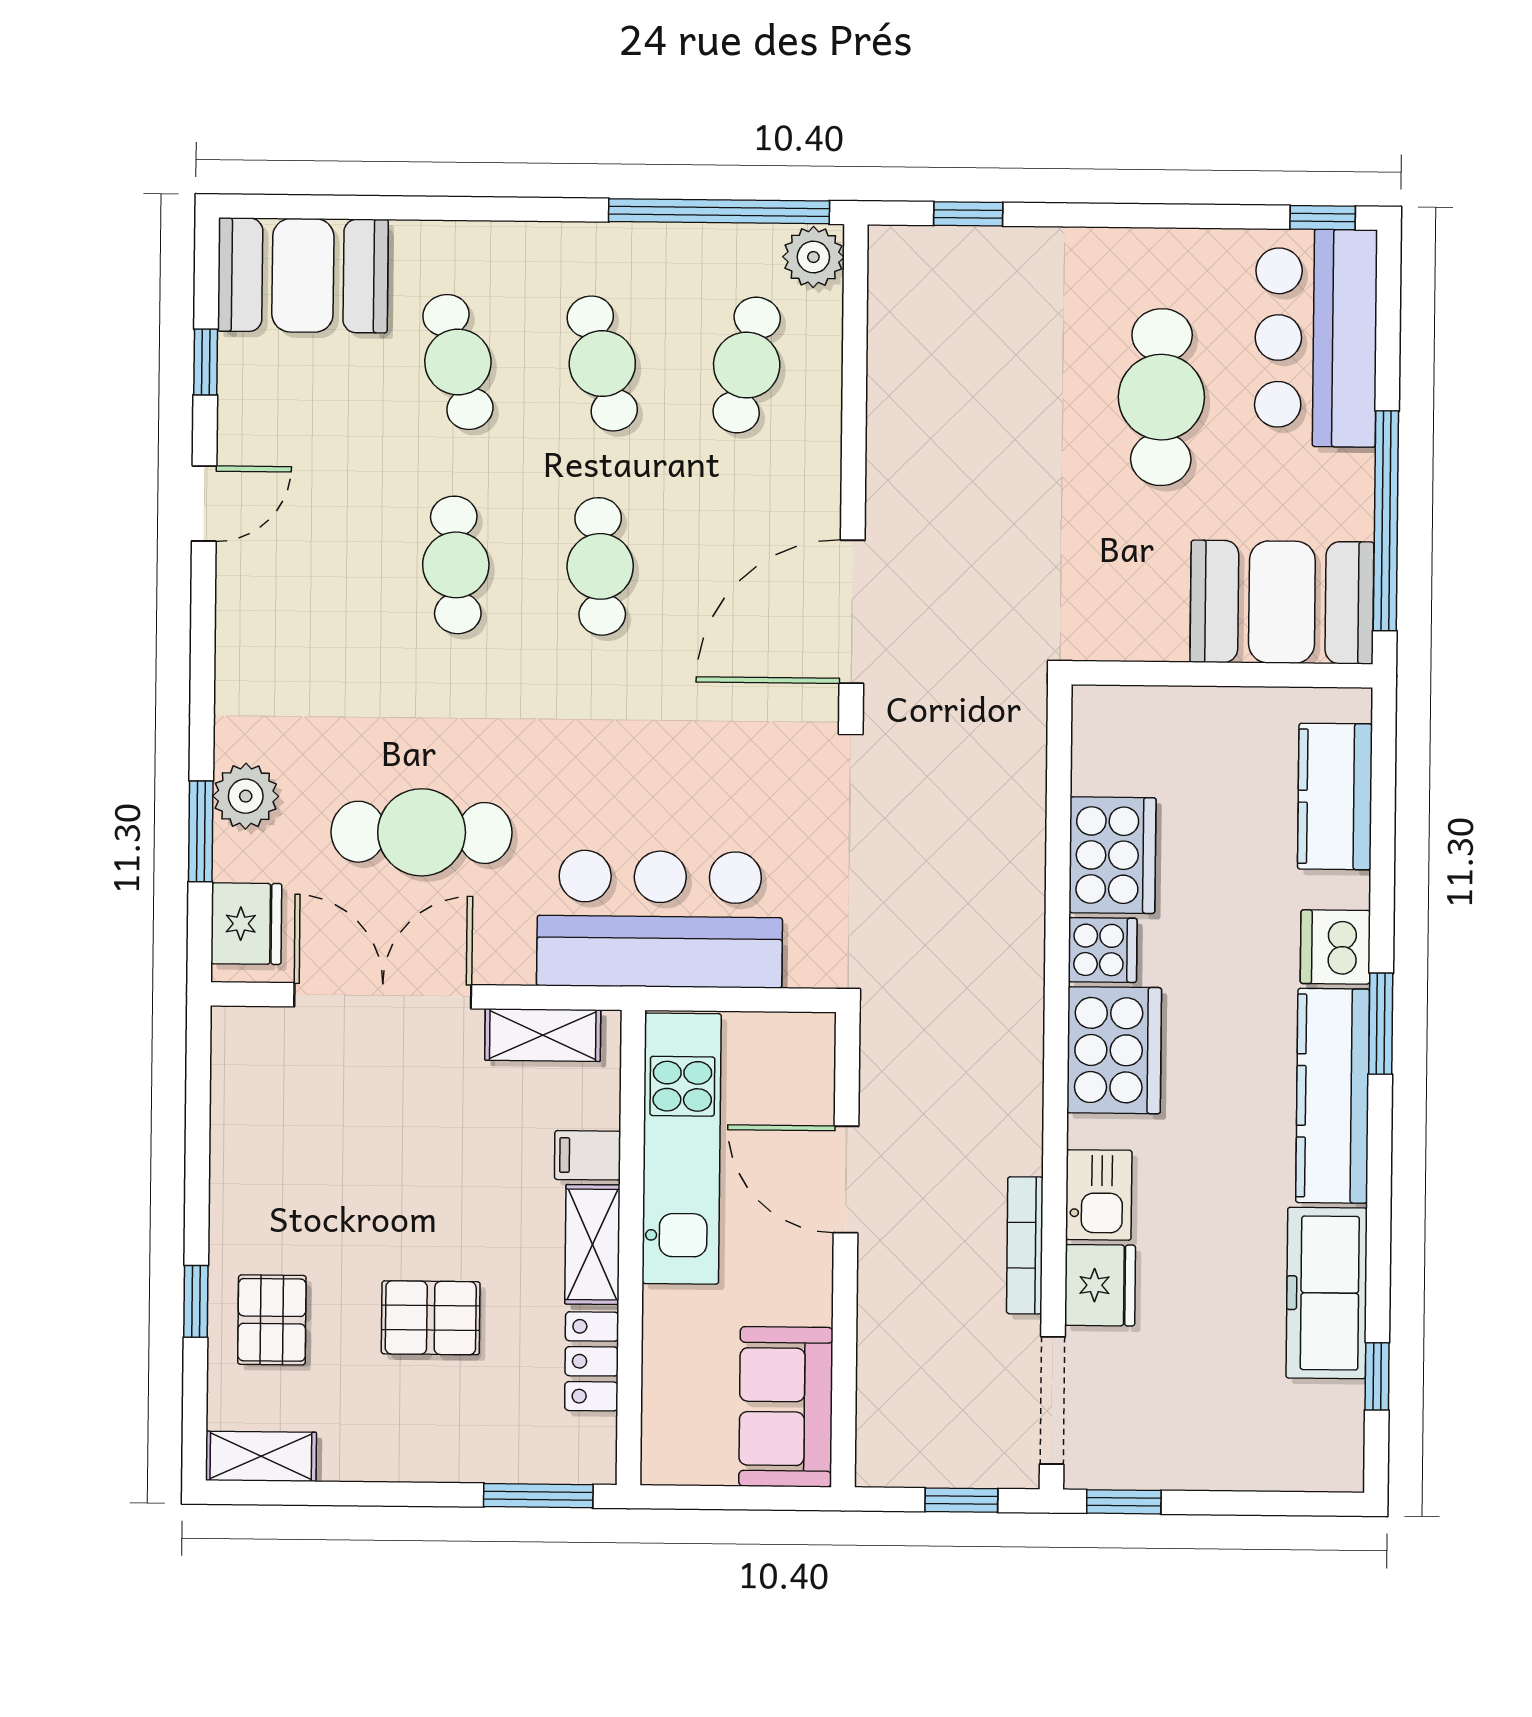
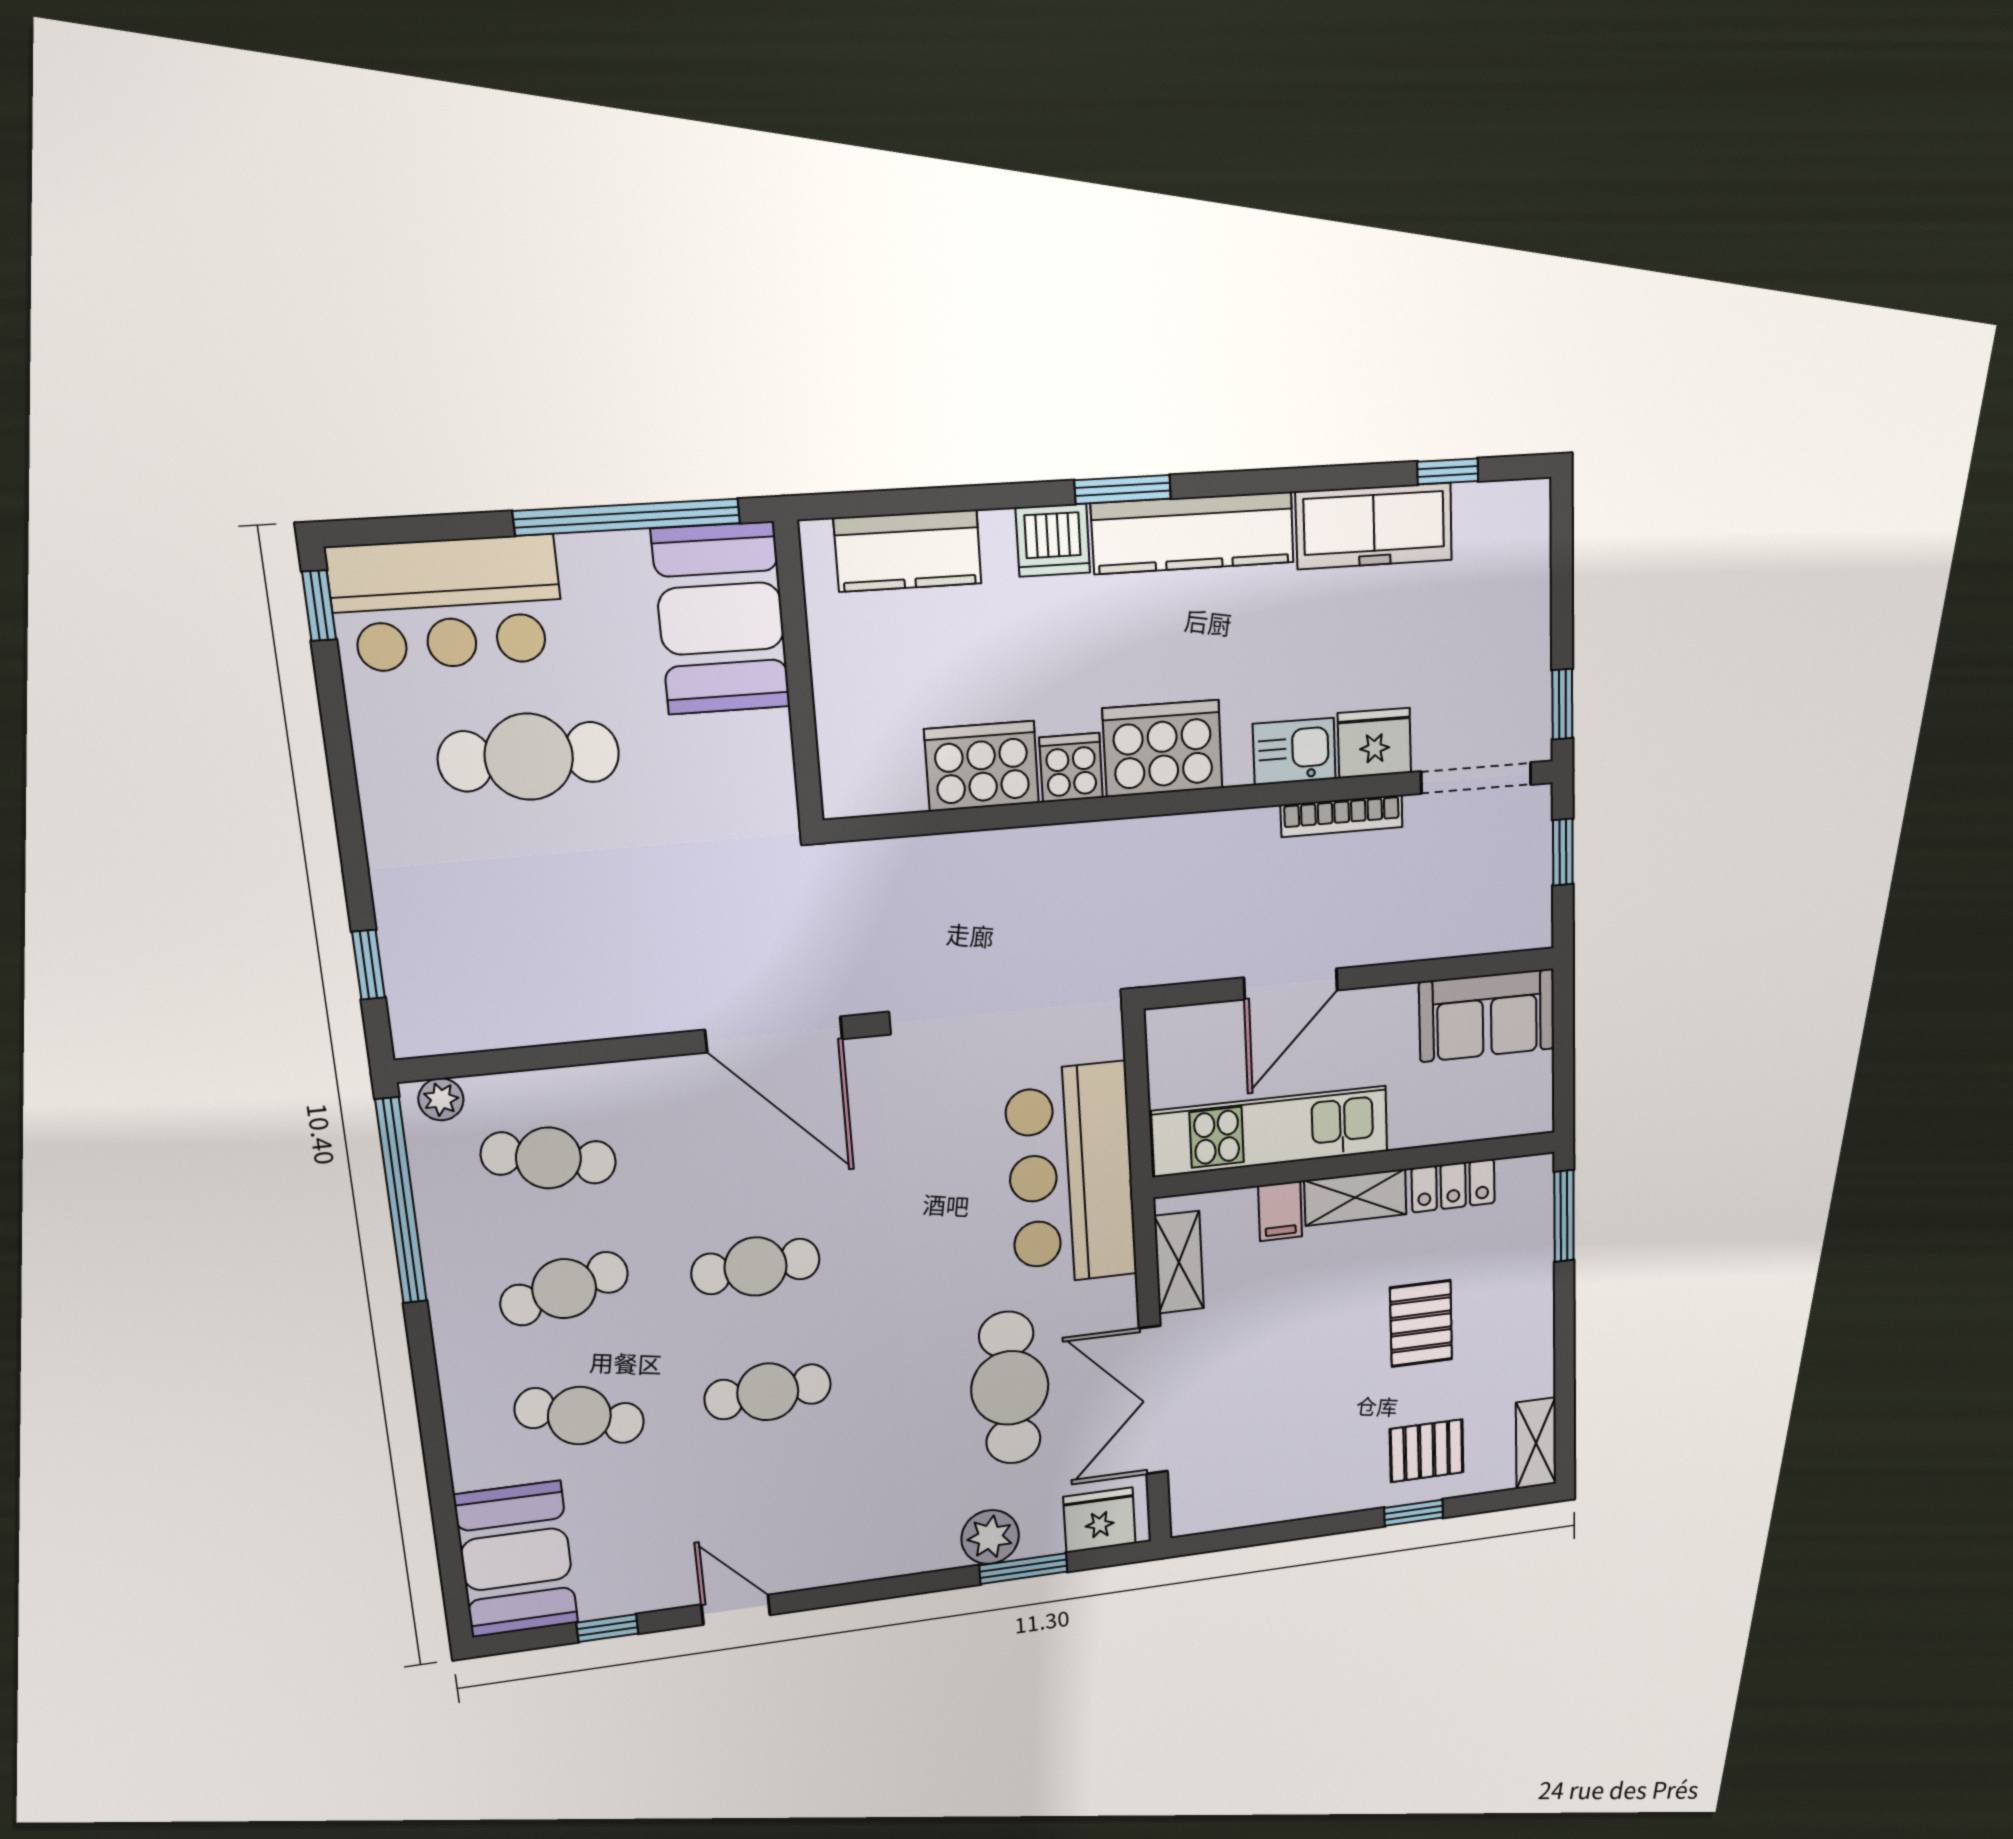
plant: (813, 257) -> (441, 1099), width x0.73, depth x0.73
cafe table: (458, 362) -> (579, 1416), turned 33

